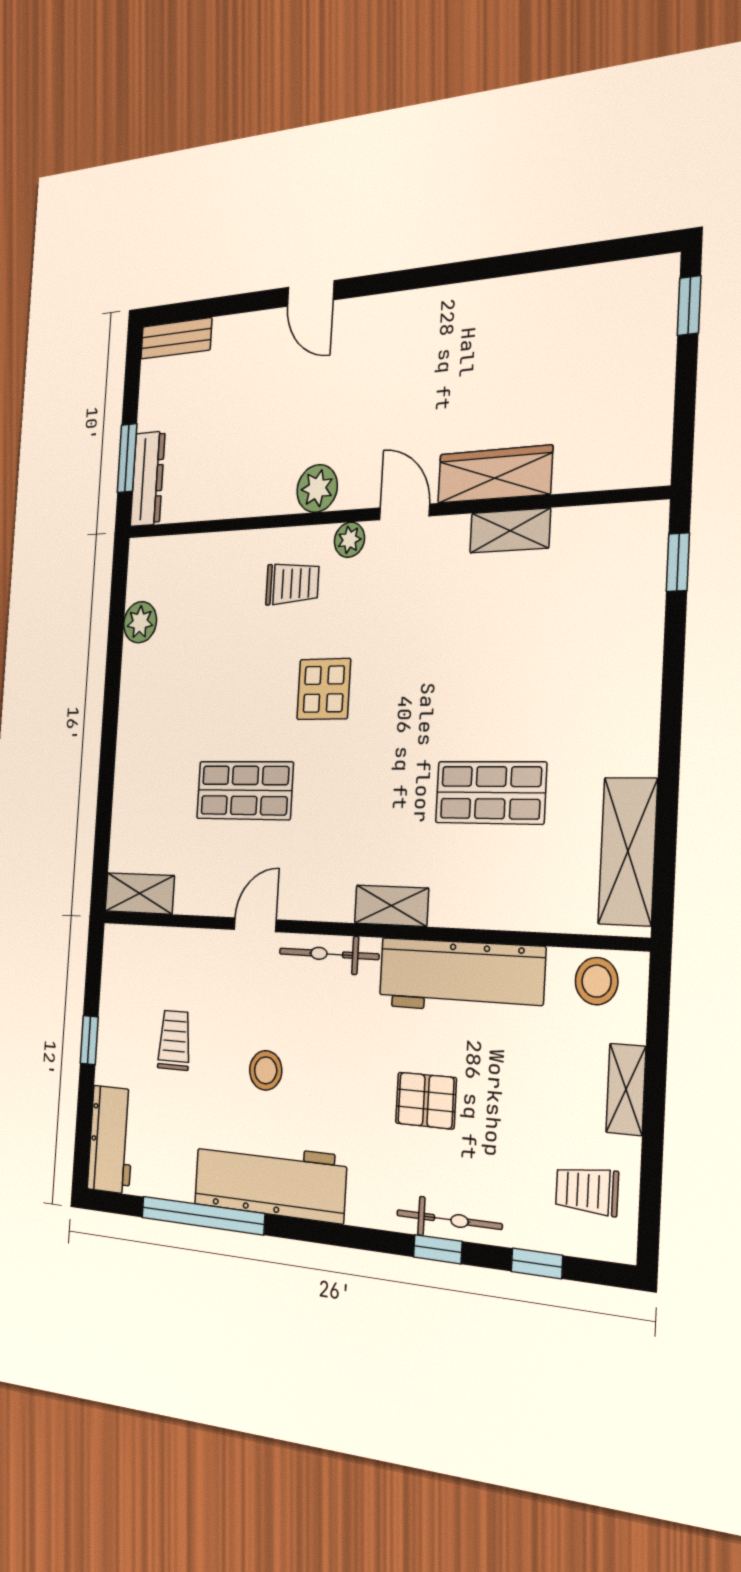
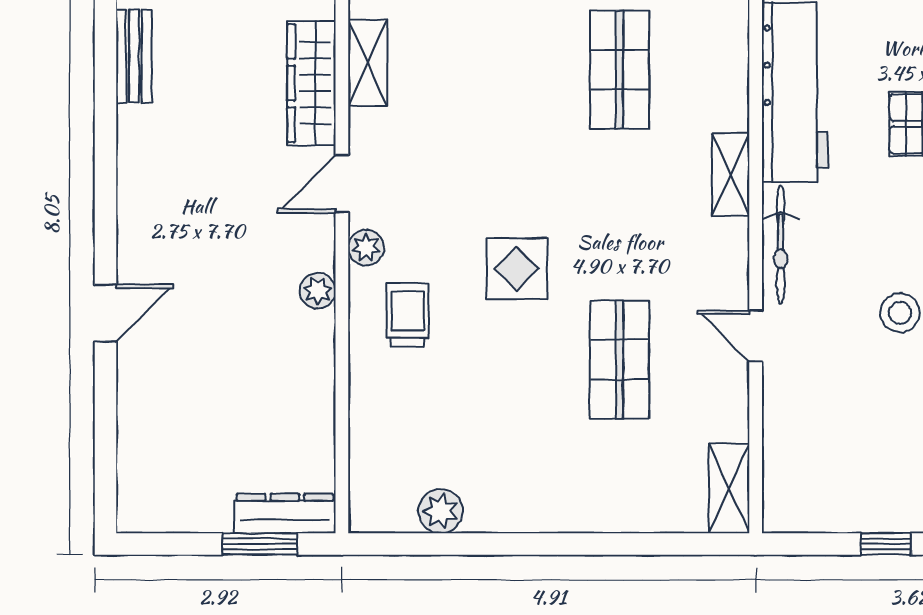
bench: (176, 338) -> (134, 56), moved
plant: (317, 488) -> (318, 291), width x0.73, depth x0.73
trolley: (174, 1040) -> (878, 430), removed

